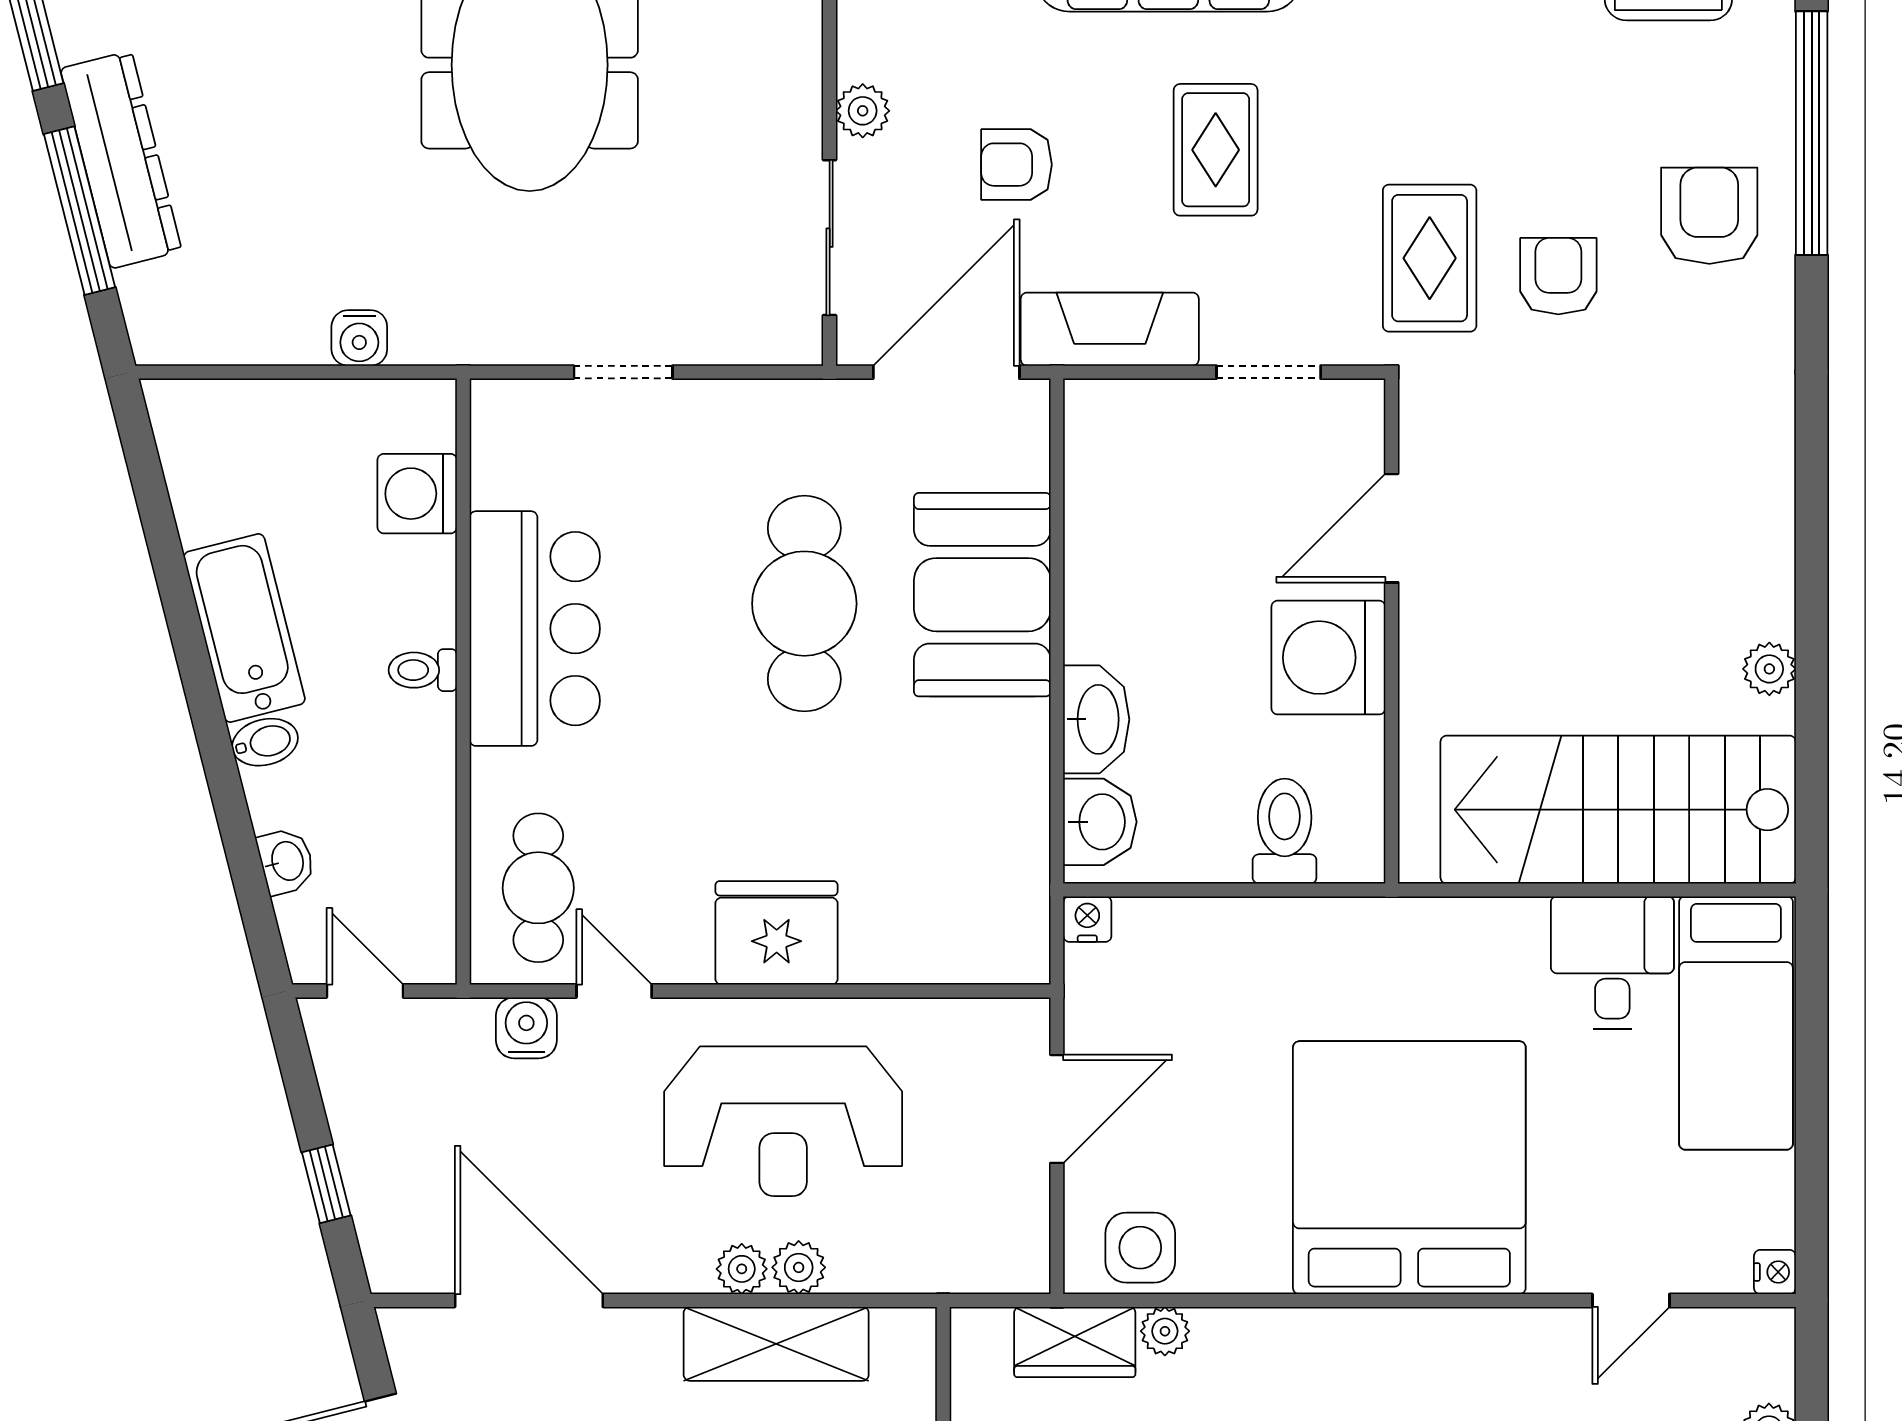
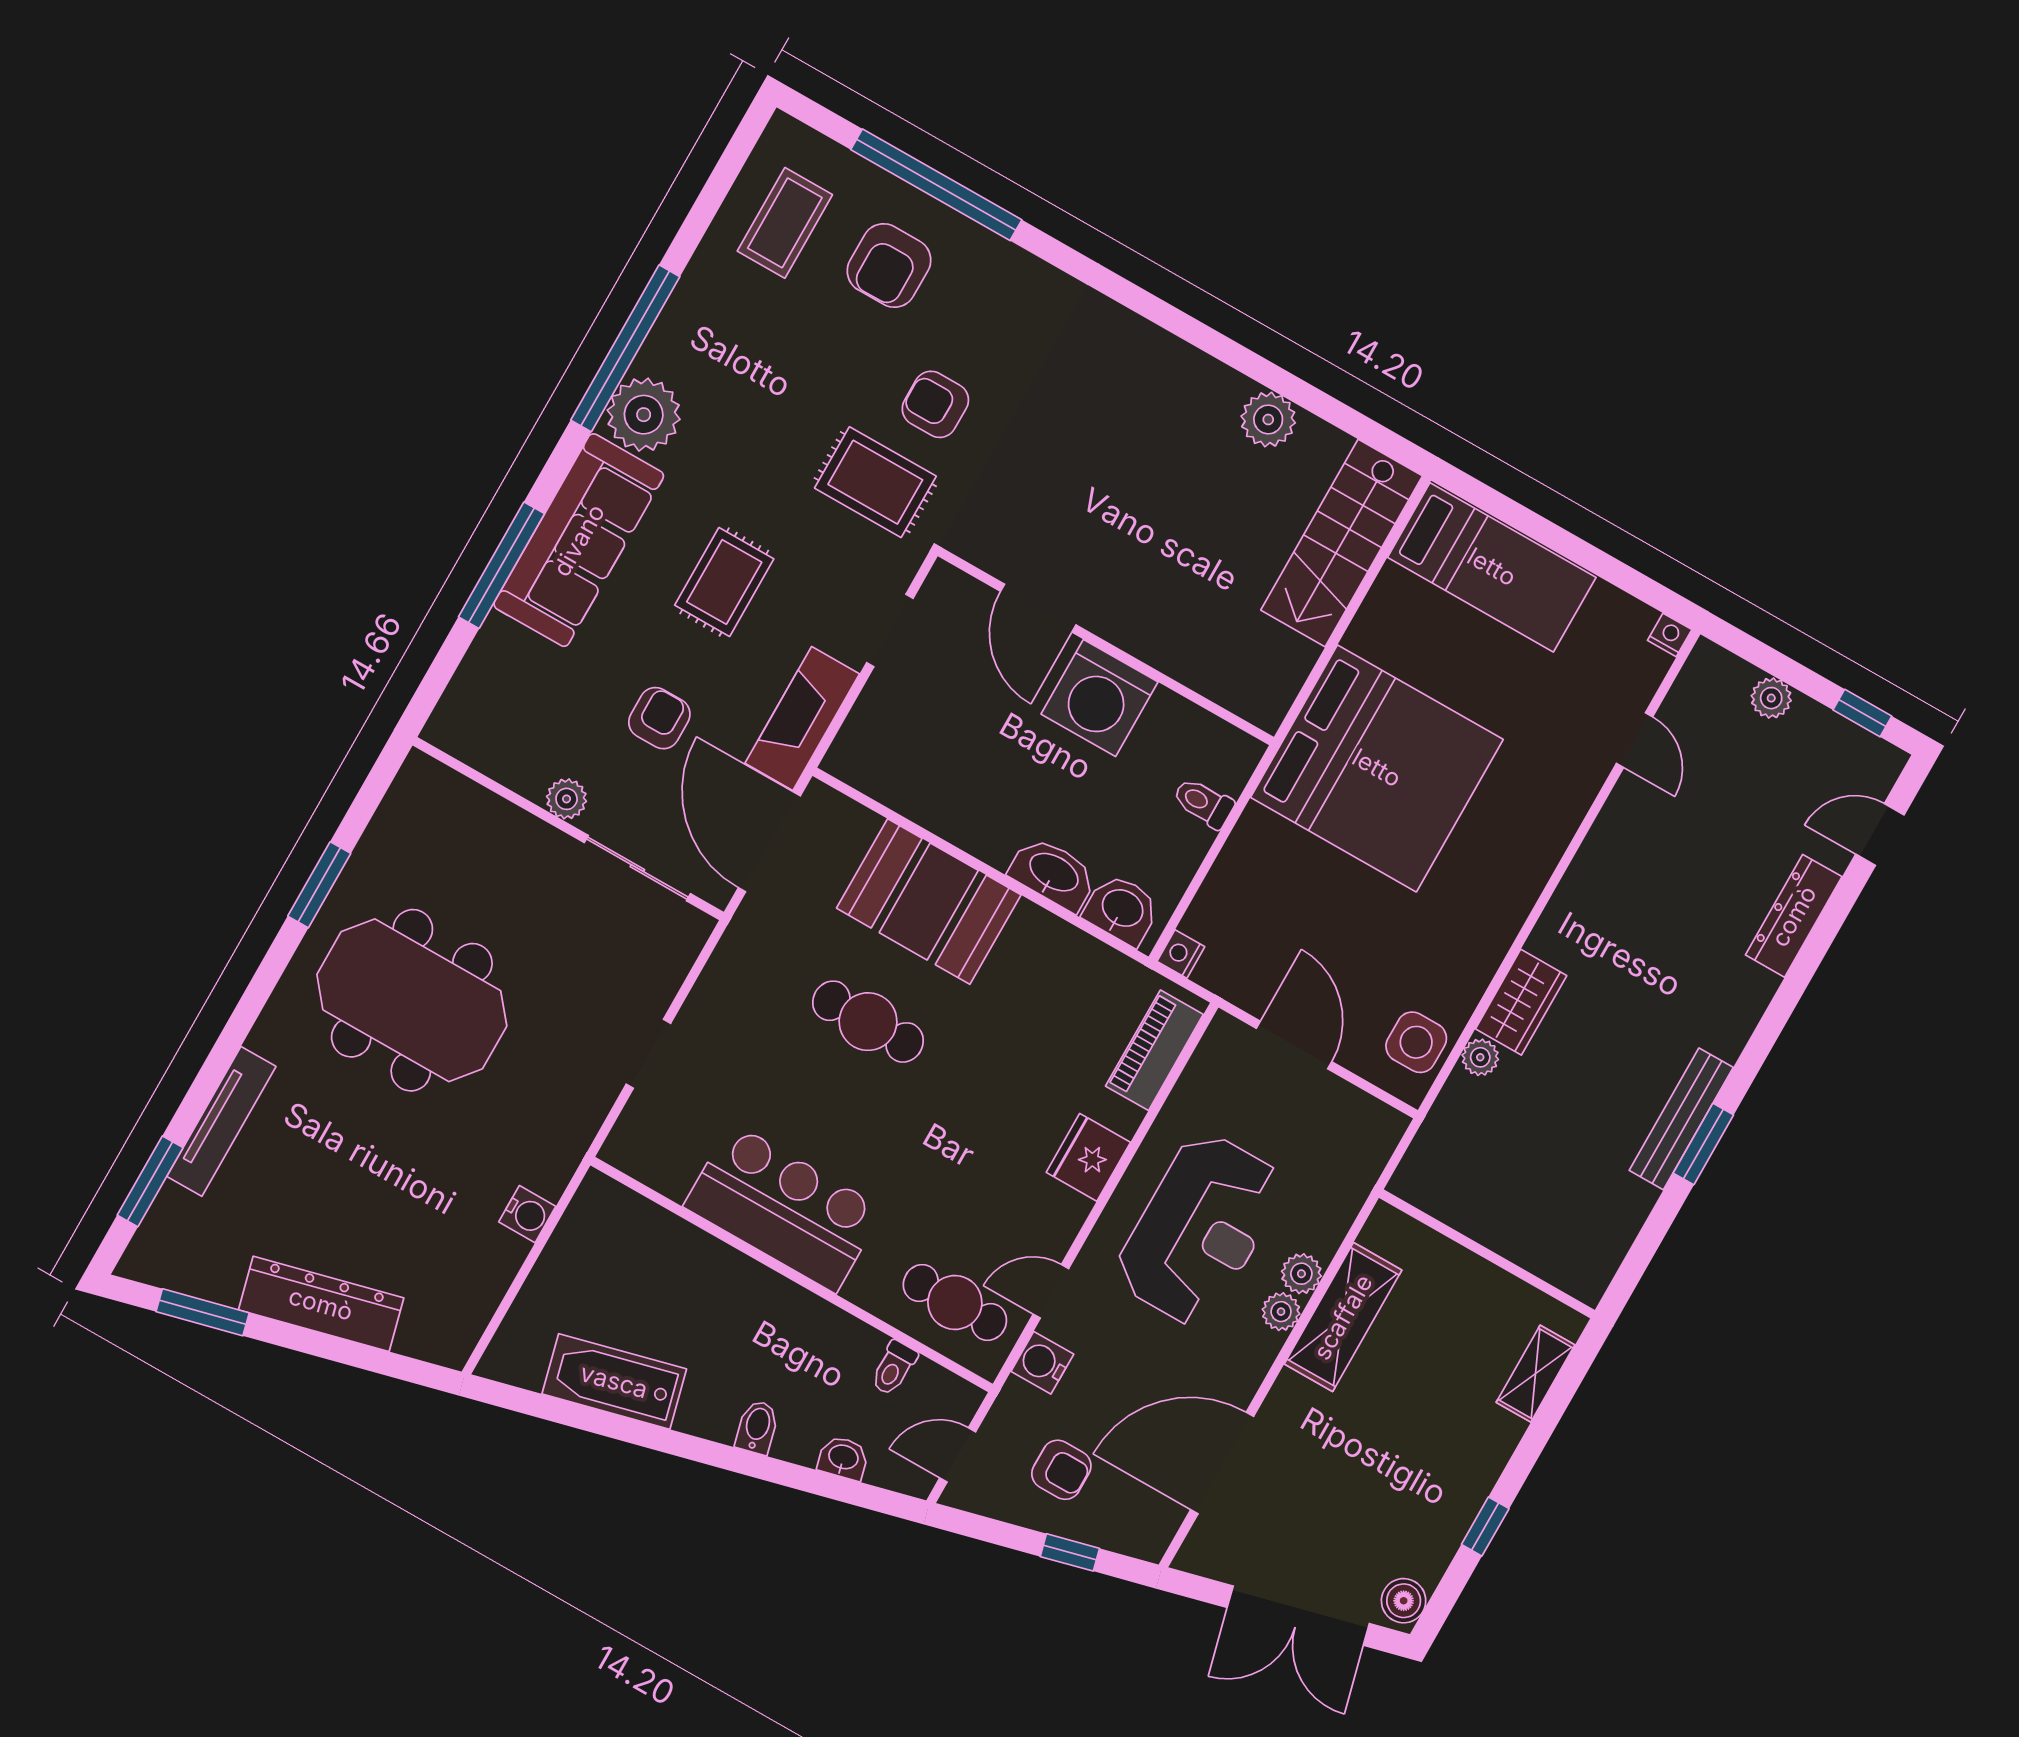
rug: (1216, 150) -> (724, 582), turned 90
armchair: (1017, 165) -> (659, 718), turned 180
window: (80, 211) -> (339, 1350), removed
armchair: (1709, 216) -> (889, 266), moved, turned -90
washing machine: (417, 494) -> (651, 1234), removed
cafe table: (804, 604) -> (868, 1022), width x0.73, depth x0.74
bathtub: (244, 628) -> (614, 1381), moved
plant: (1769, 669) -> (1268, 419), width x1.38, depth x1.38
toilet: (423, 670) -> (894, 1368), moved
stairs: (1618, 810) -> (1342, 543), width x0.73, depth x0.66
toilet: (1285, 831) -> (1203, 803), width x0.73, depth x0.72
fridge: (777, 933) -> (1088, 1157), width x0.73, depth x0.75
piano: (959, 952) -> (1154, 1050), added
desk: (1612, 963) -> (1406, 626), removed
armchair: (416, 1120) -> (1061, 1470), added
bed: (1409, 1168) -> (1377, 768), moved, turned 180
wardrobe: (1075, 1342) -> (1521, 1002), moved

